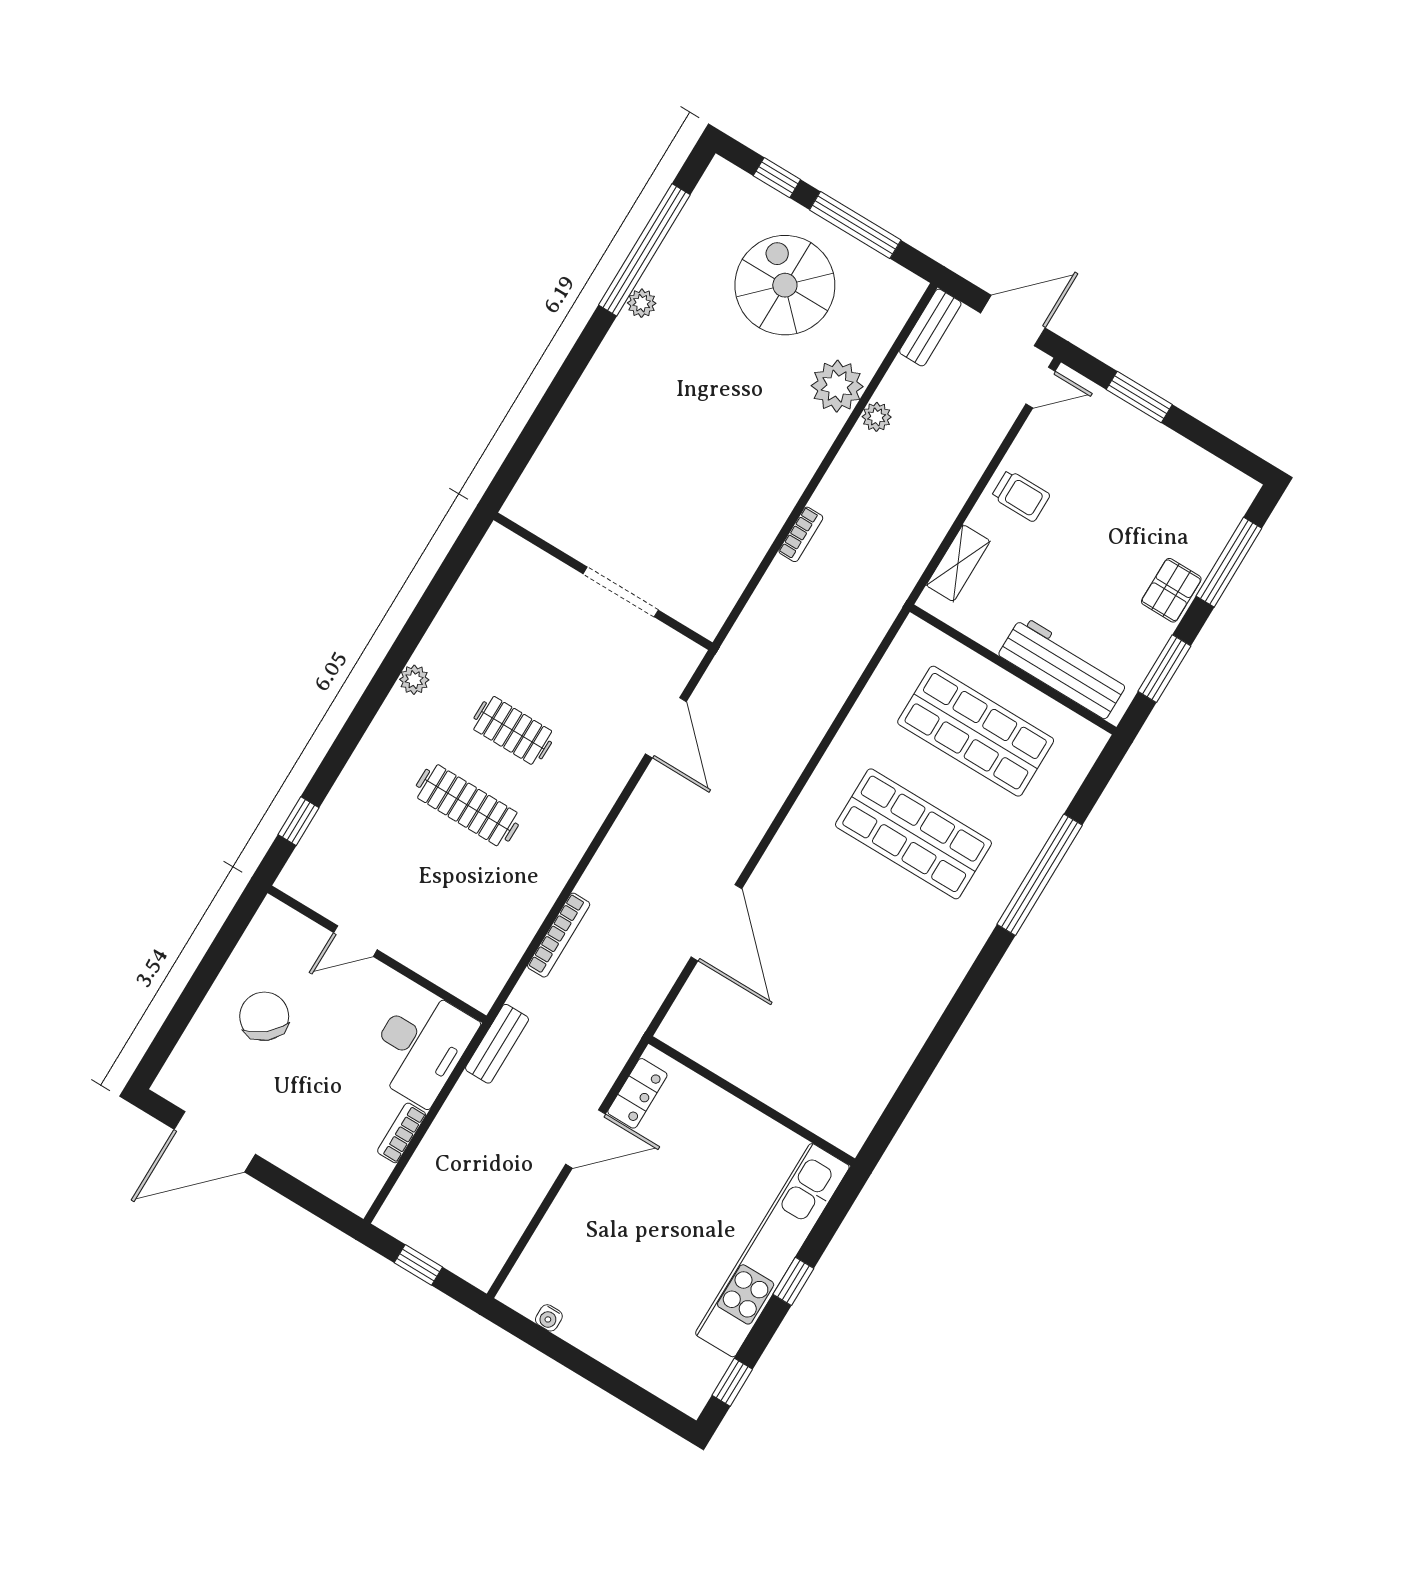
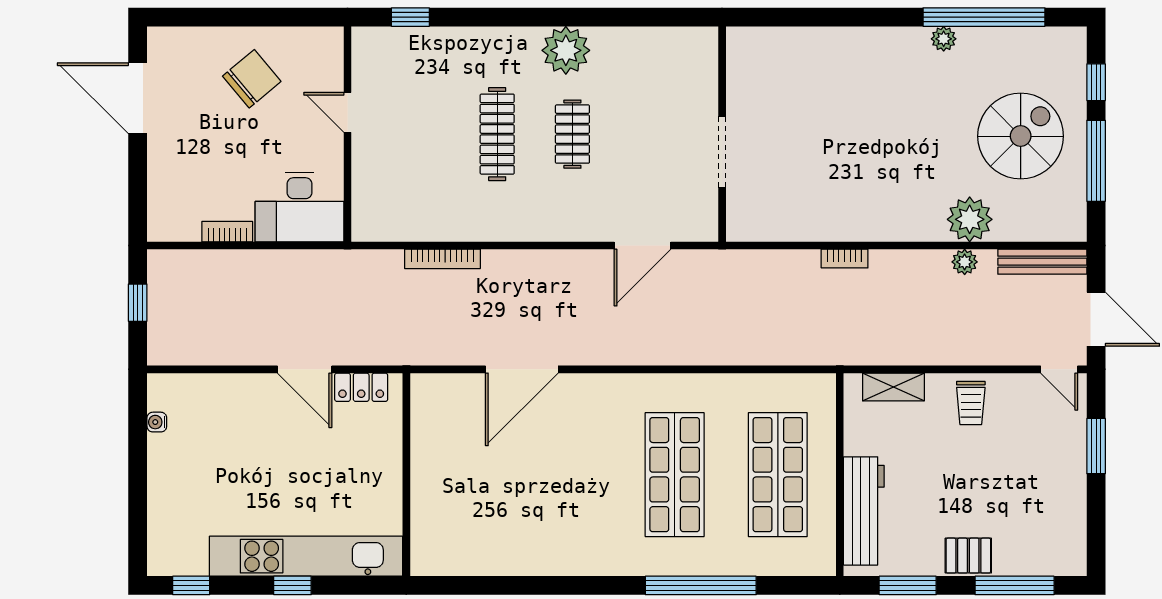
bench: (930, 328) -> (1042, 262), width x1.36
plant: (414, 680) -> (566, 50), width x1.88, depth x1.88
bench: (497, 1044) -> (335, 262), removed

